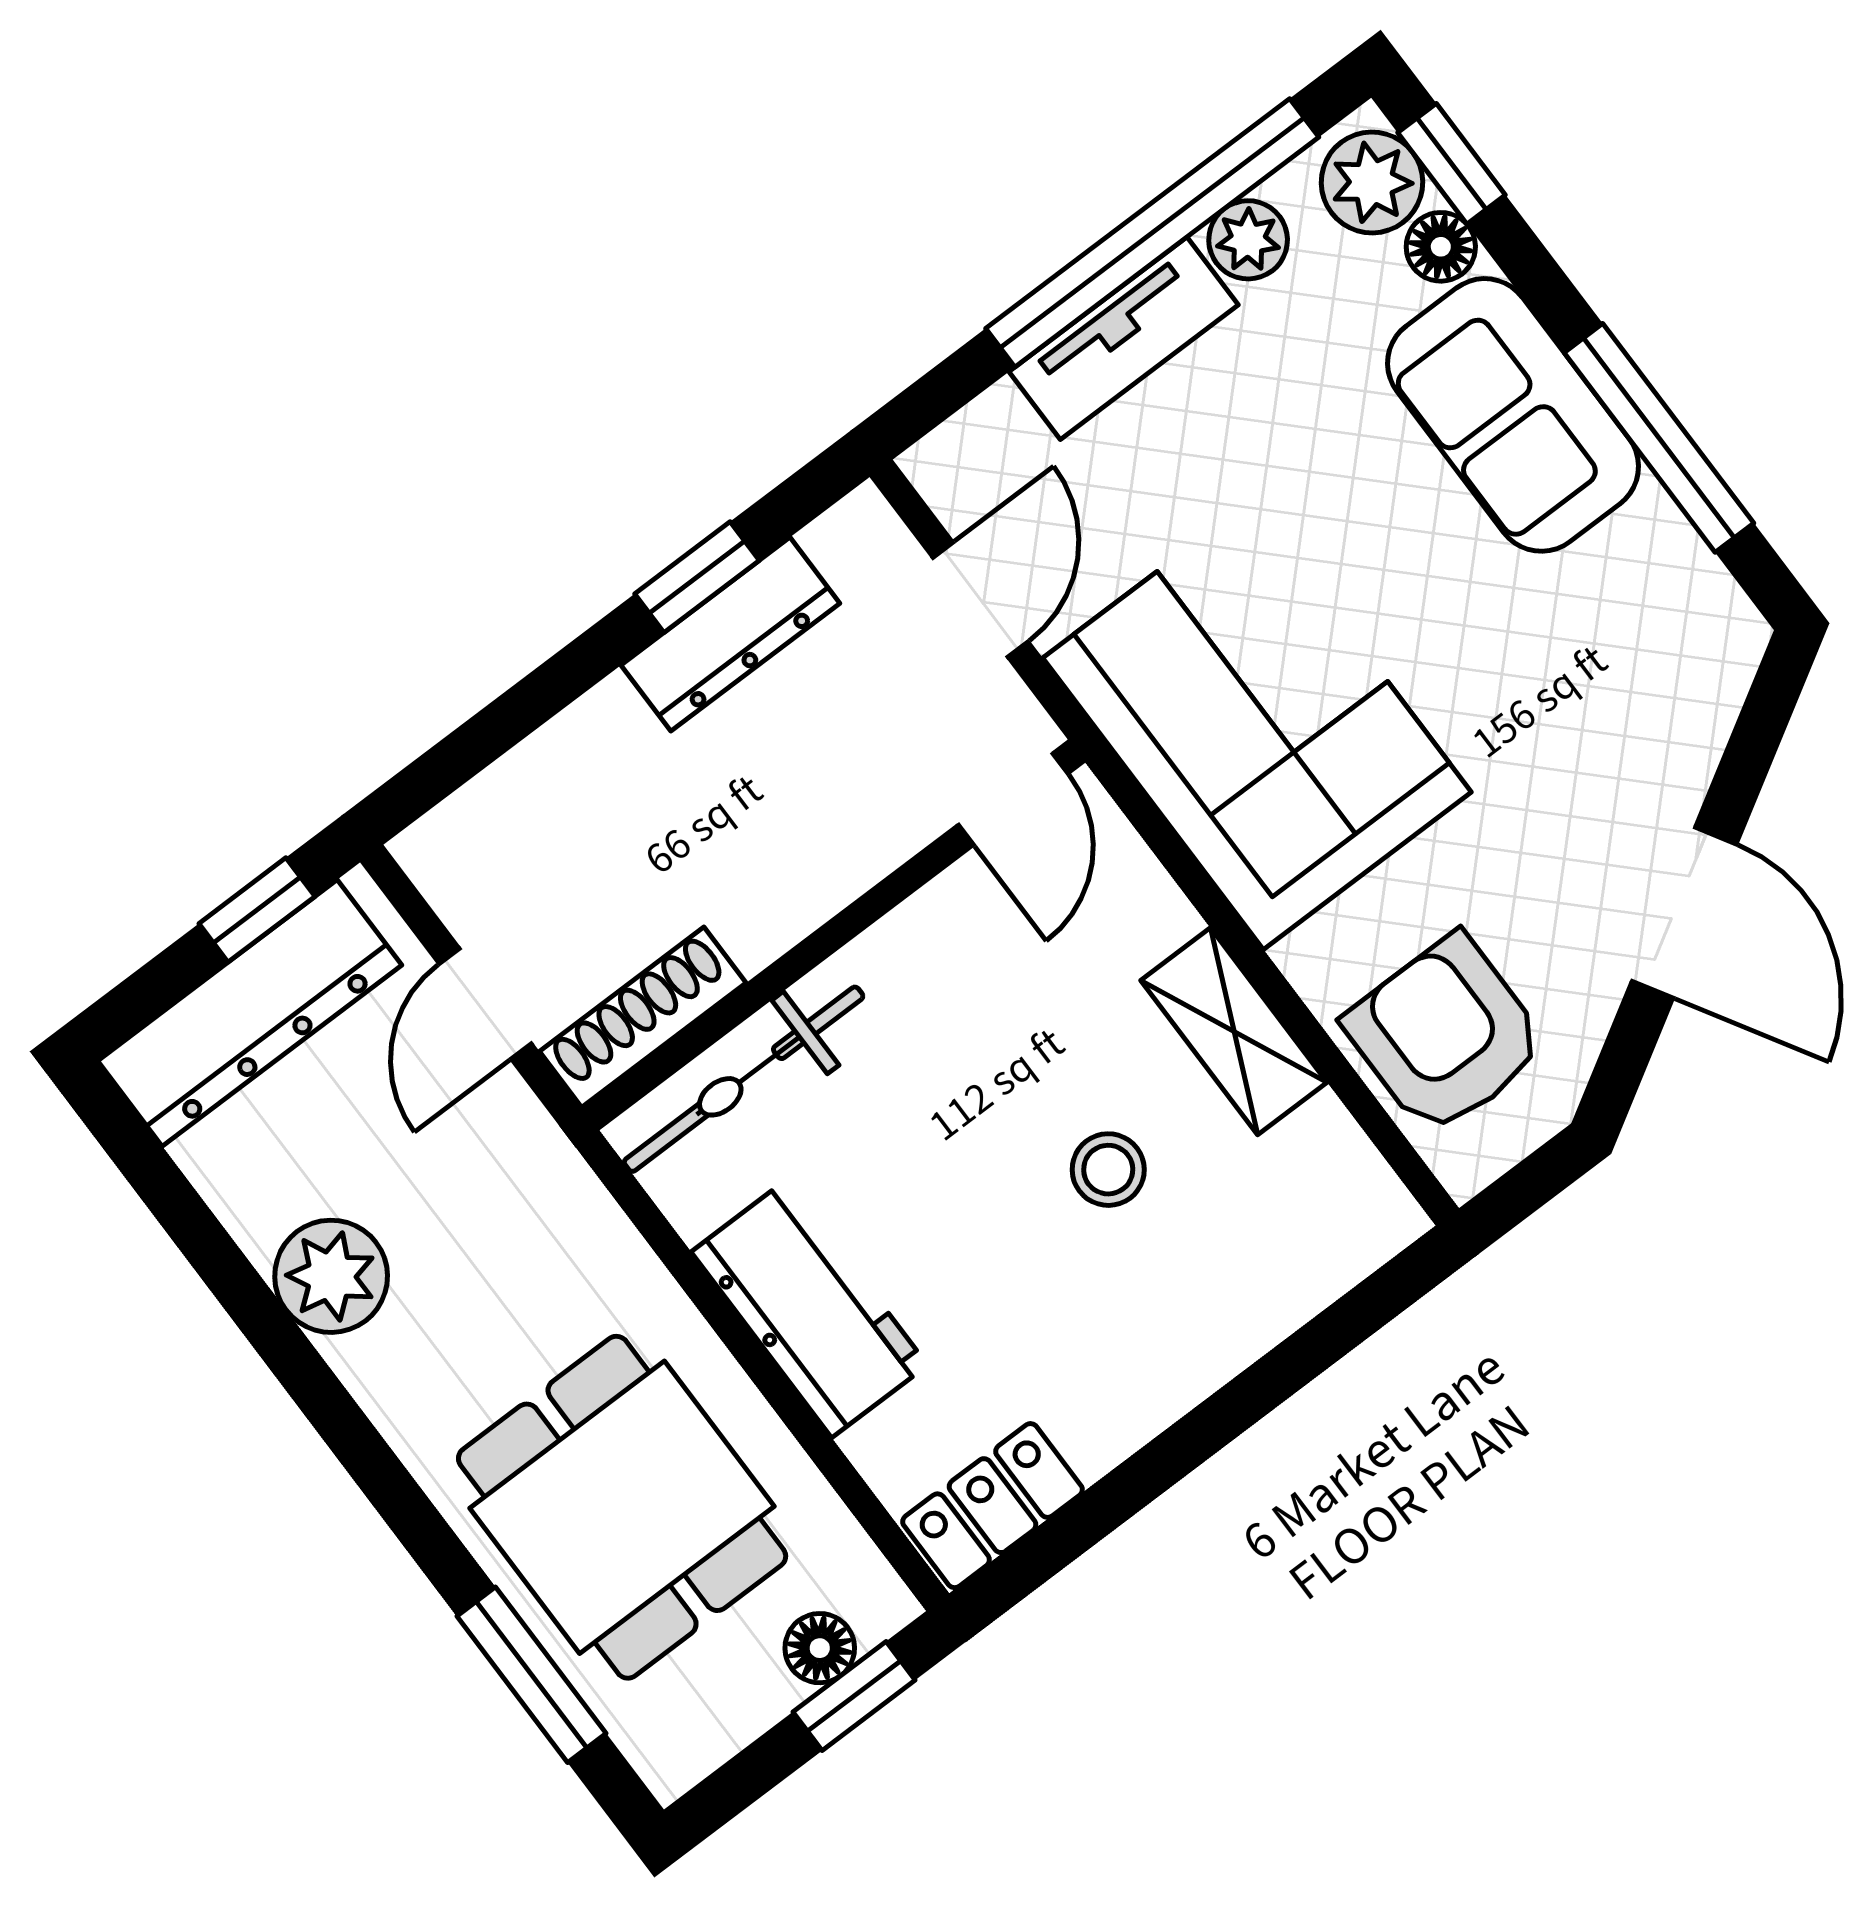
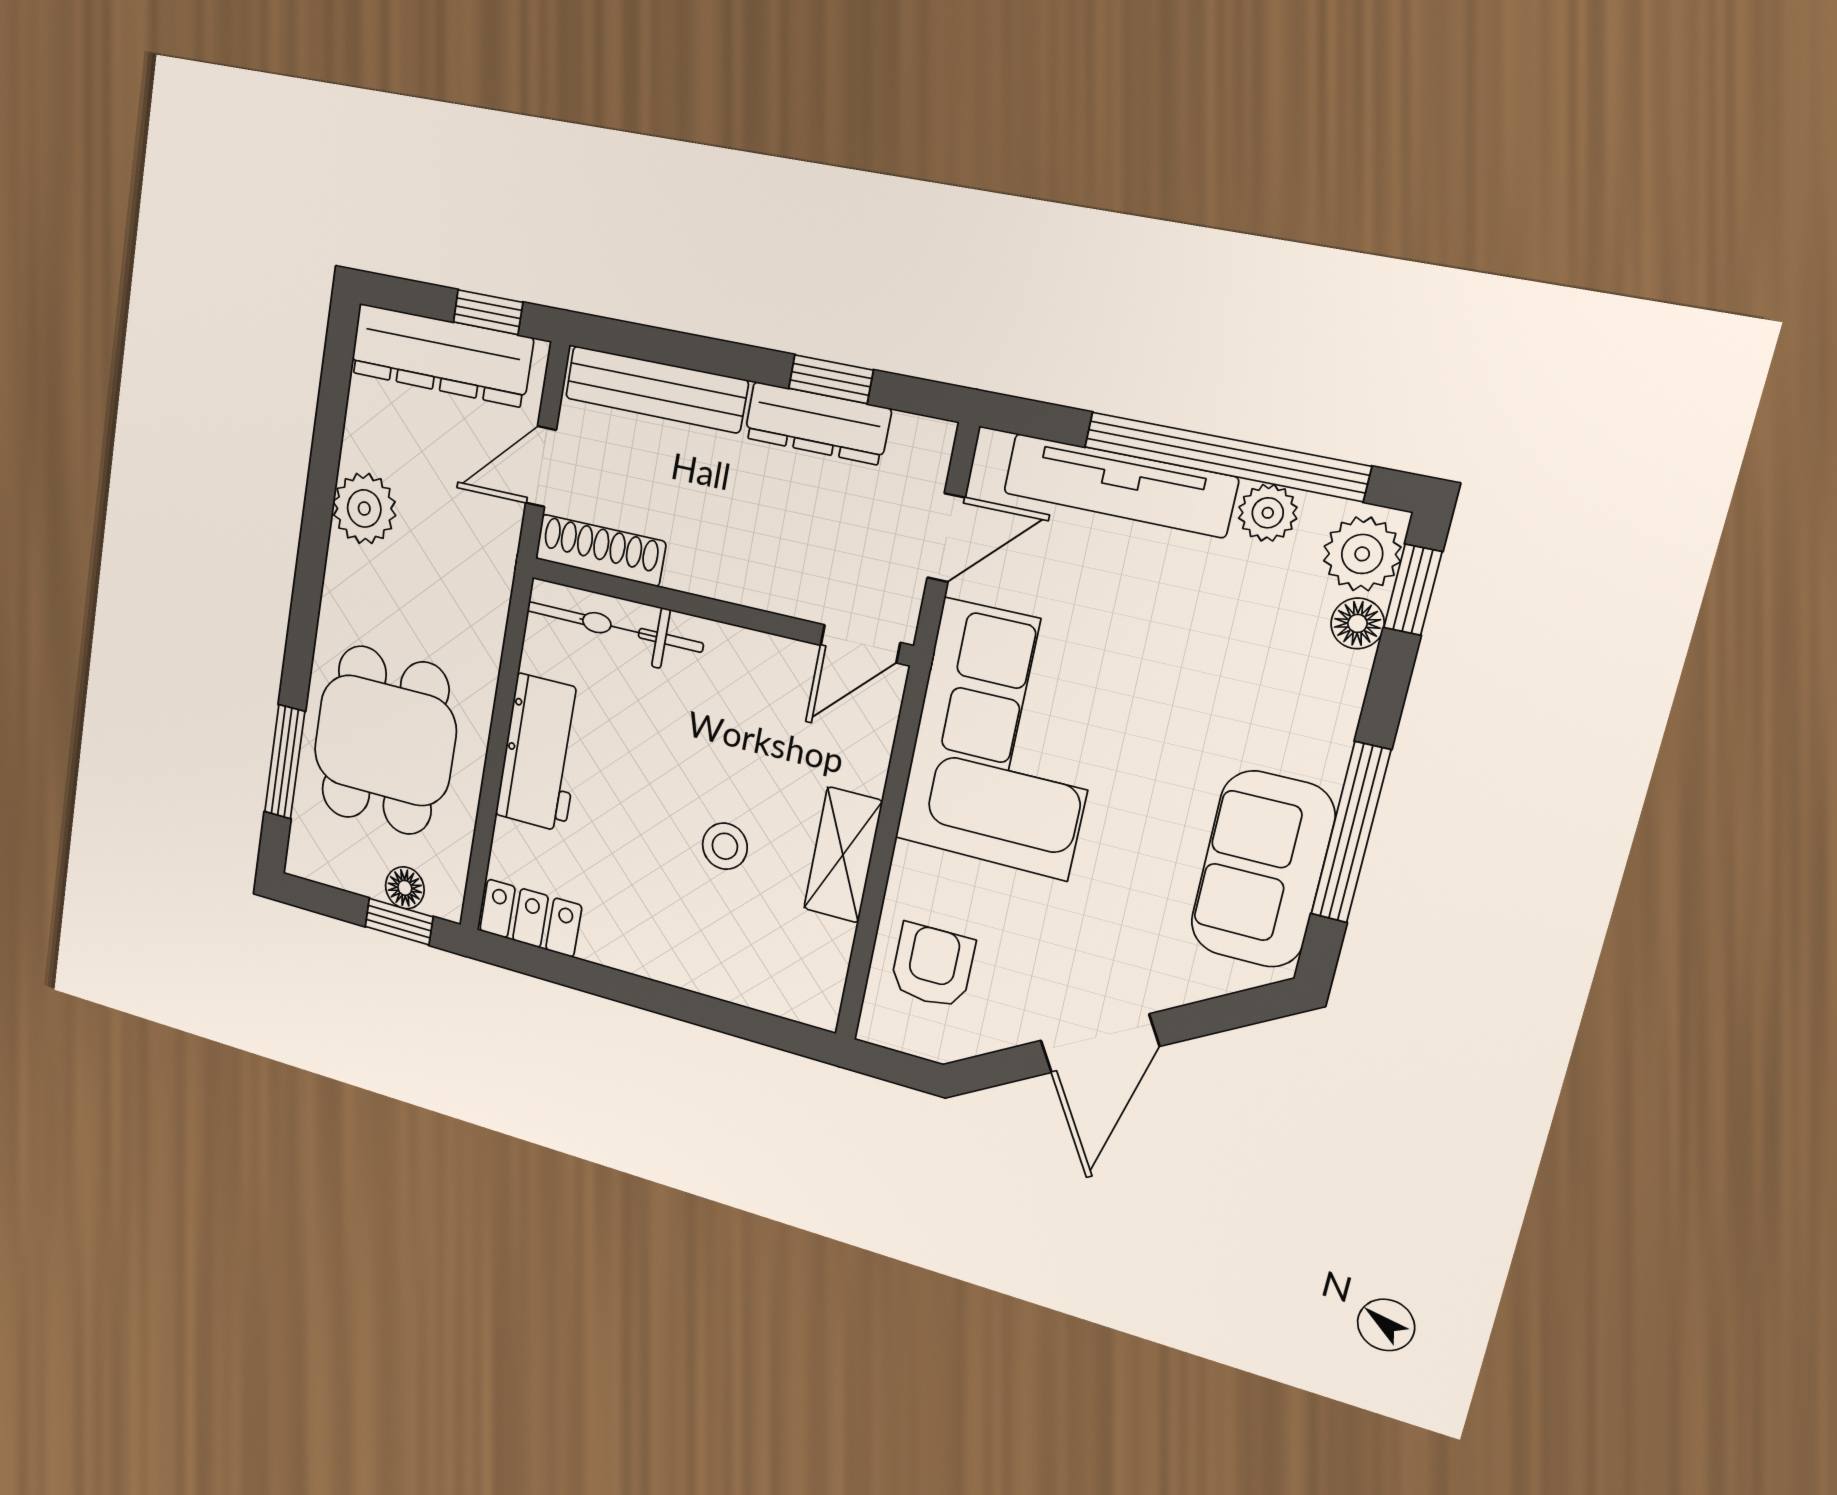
tv unit: (1124, 338) -> (1120, 485), width x1.41
sofa: (1513, 415) -> (1262, 869), moved
bench: (526, 786) -> (656, 389), added
armchair: (1446, 1035) -> (932, 966), width x0.72, depth x0.72

